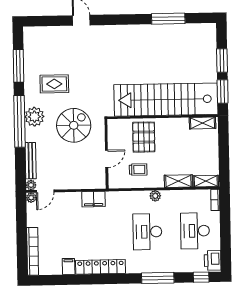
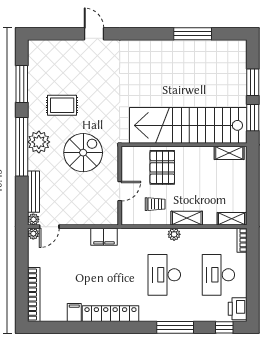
shelving: (178, 181) -> (187, 218), moved

